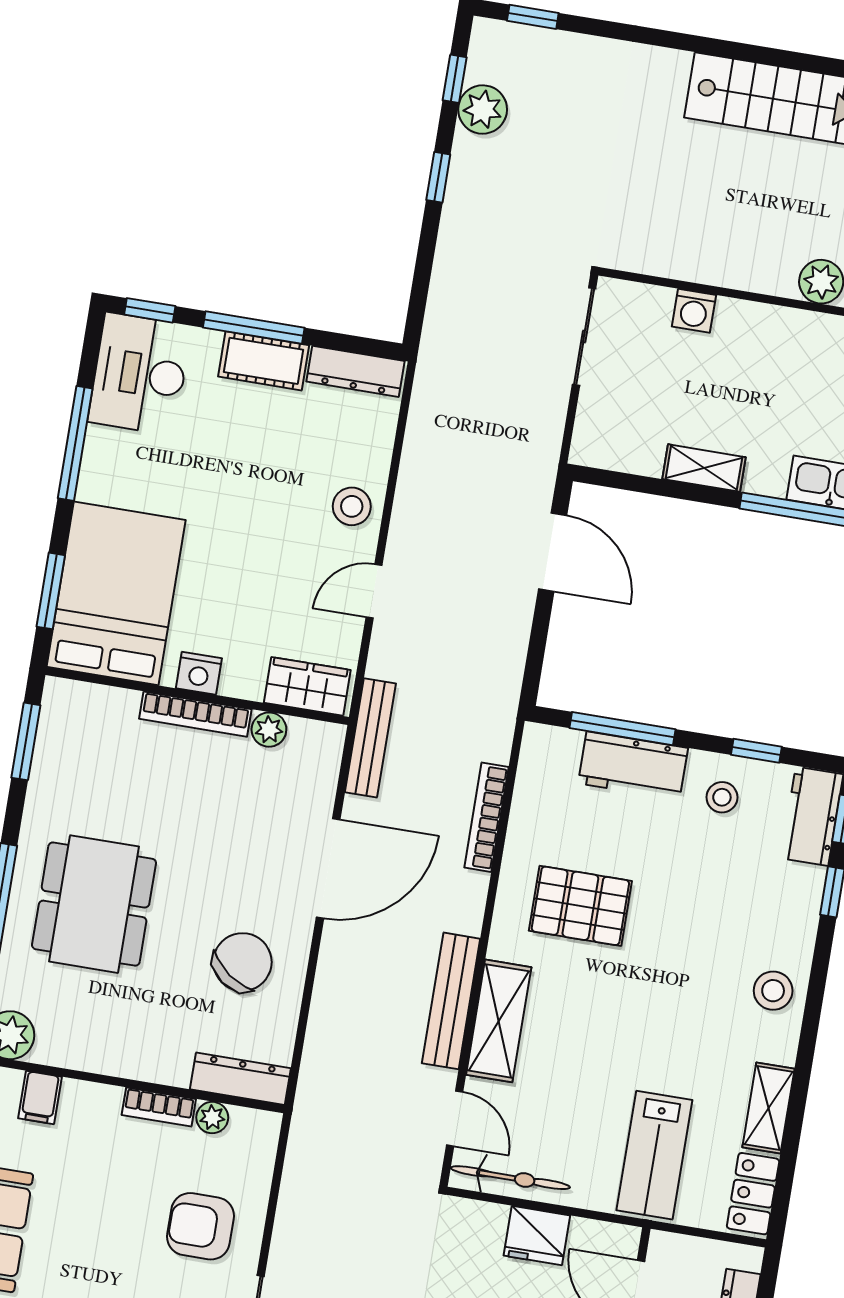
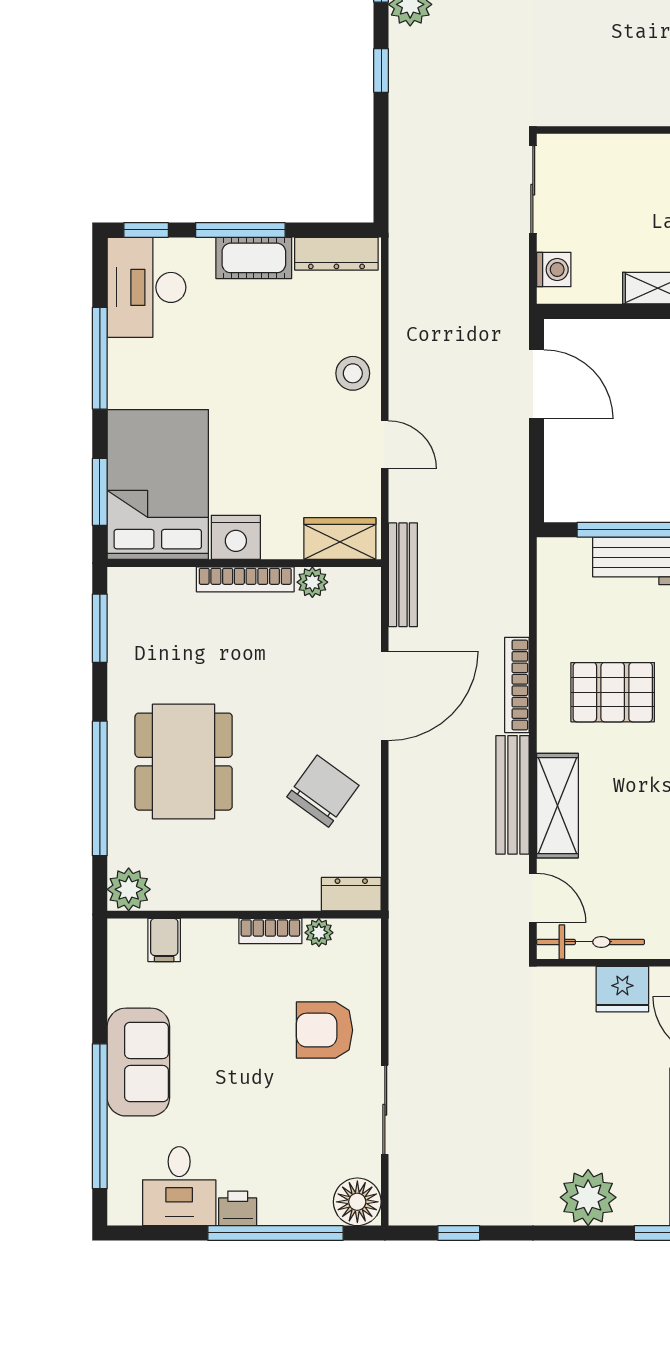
washing machine: (694, 311) -> (554, 270), moved, turned -90
door: (374, 591) -> (385, 445), swing flipped
nightstand: (199, 673) -> (236, 537), width x1.36, depth x1.33
bookcase: (486, 817) -> (517, 685), moved
dresser: (240, 1079) -> (351, 894), width x0.70

